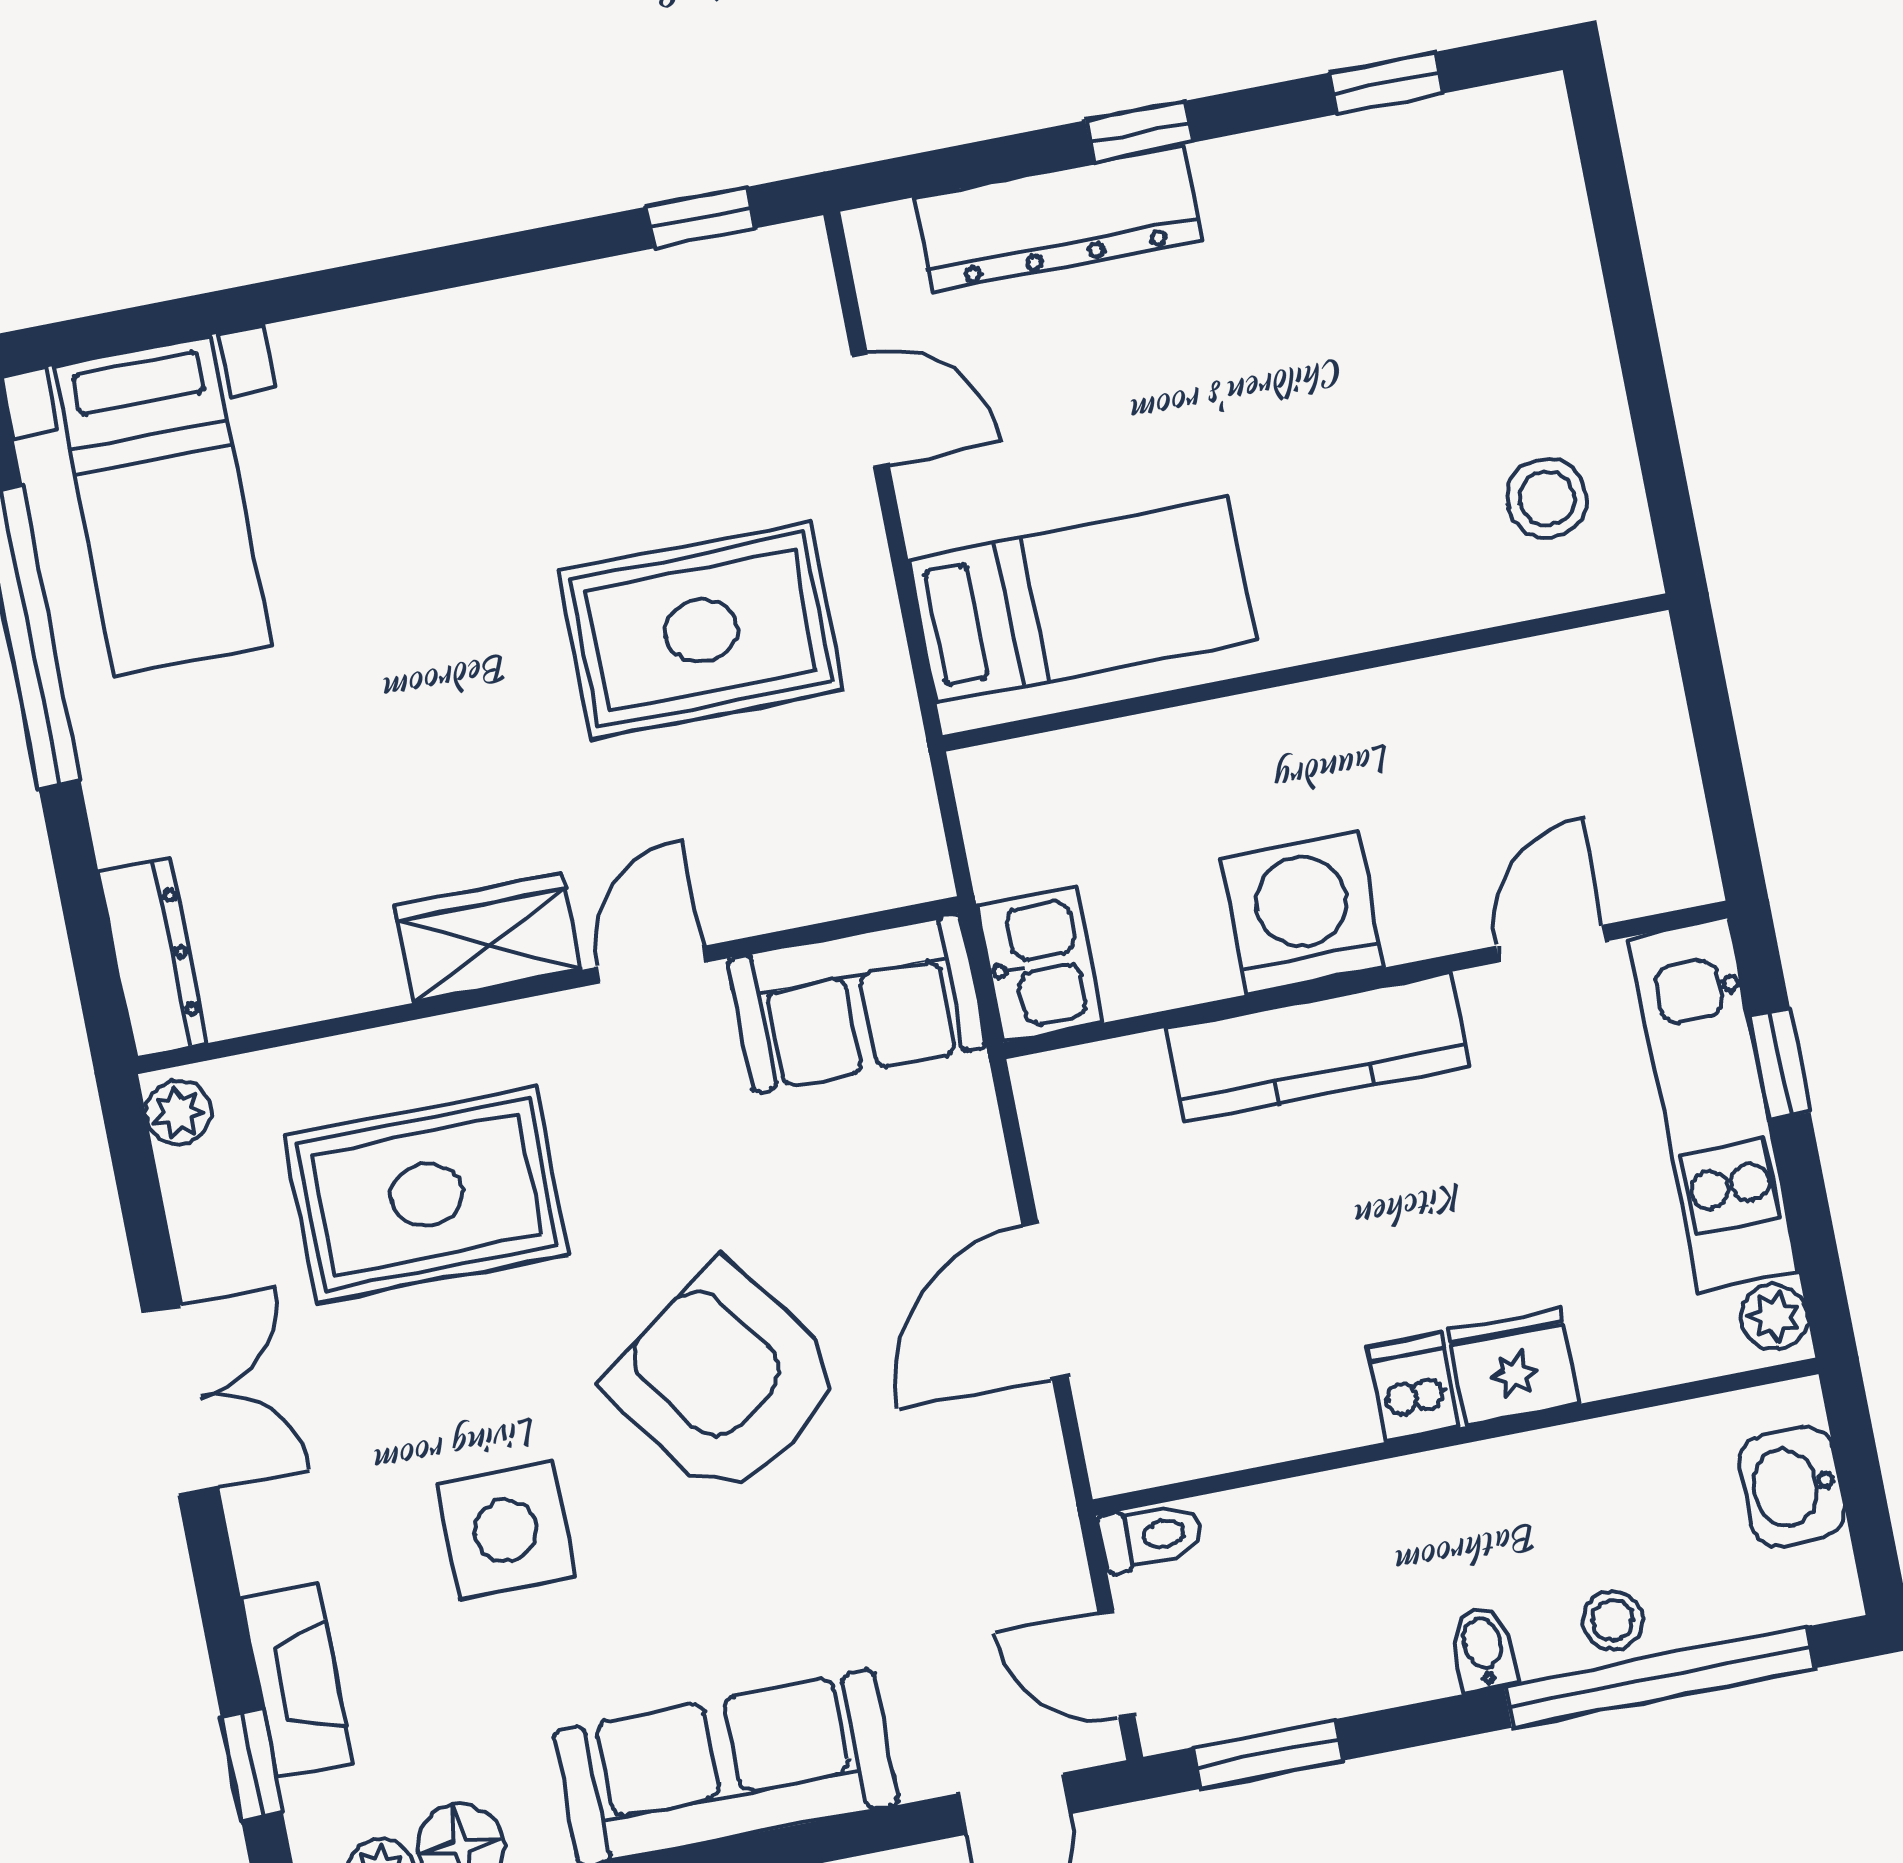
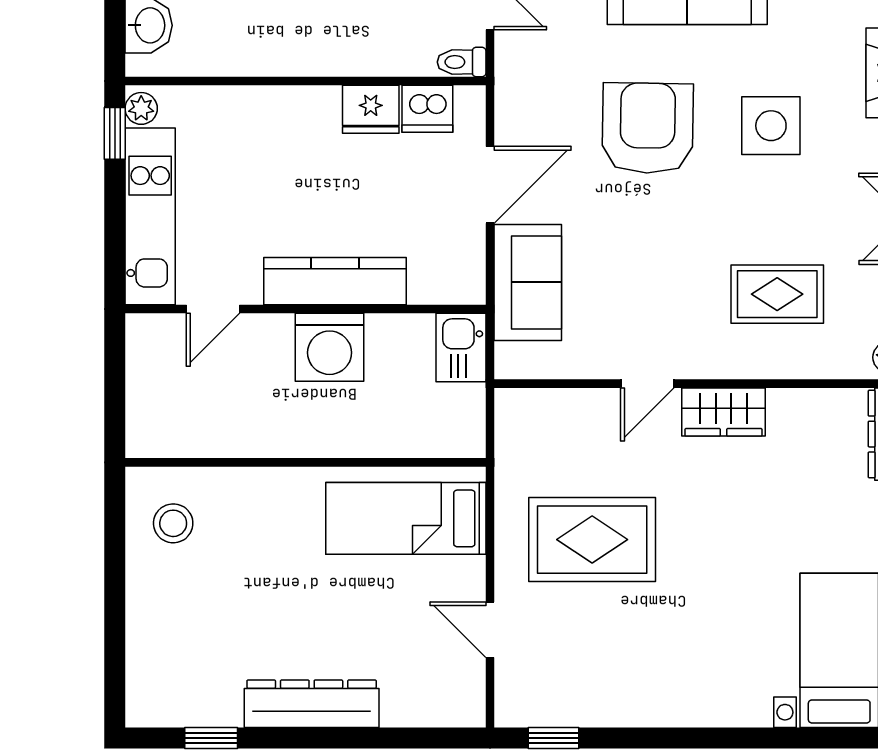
window: (1140, 131) -> (334, 738), removed
dresser: (1058, 219) -> (312, 704), moved
sofa: (857, 1003) -> (528, 282), moved, turned 90
window: (1779, 1064) -> (115, 133), moved
rug: (427, 1195) -> (777, 294), width x0.73, depth x0.70
fridge: (1513, 1367) -> (371, 109), moved
armchair: (725, 1381) -> (648, 128), moved, turned -143
dishwasher: (1414, 1387) -> (427, 109), moved, width x1.38

